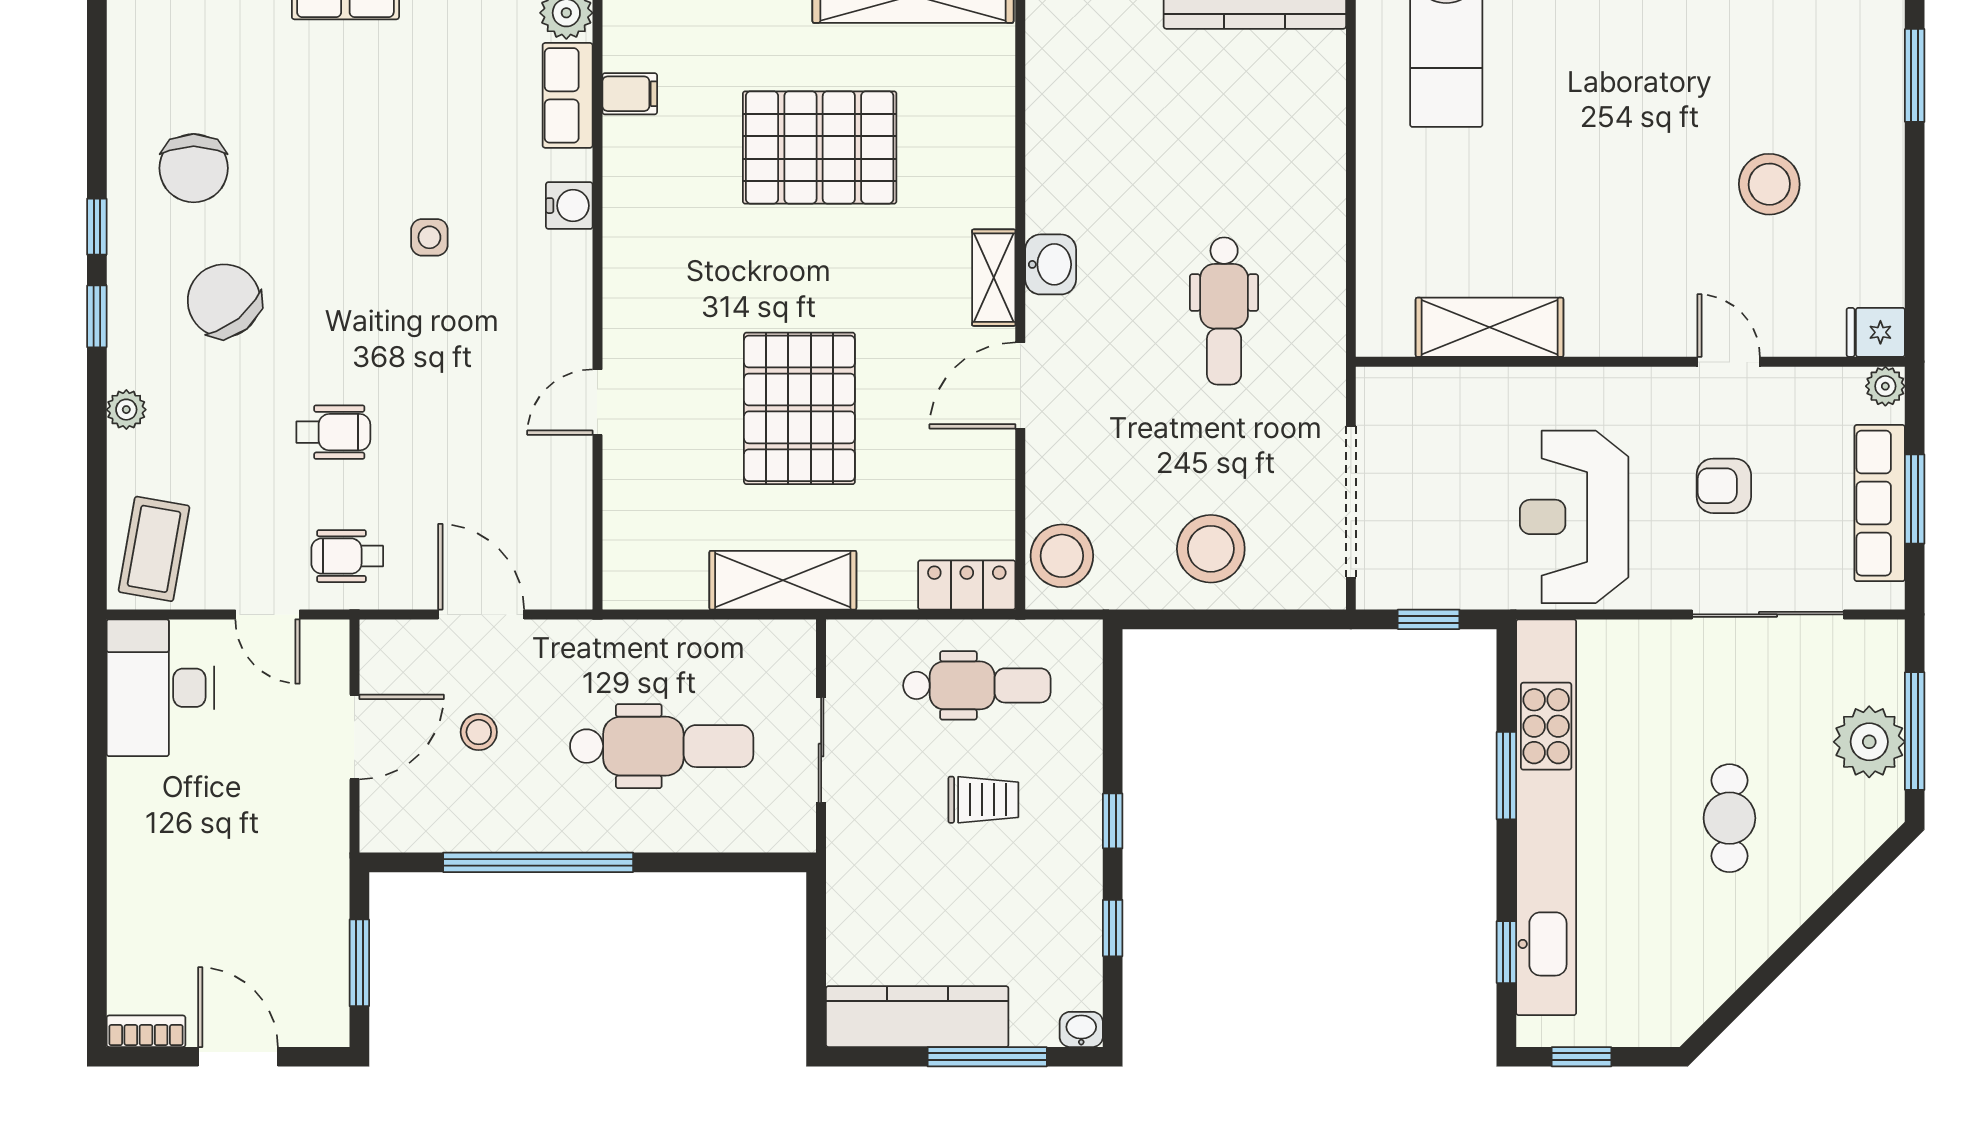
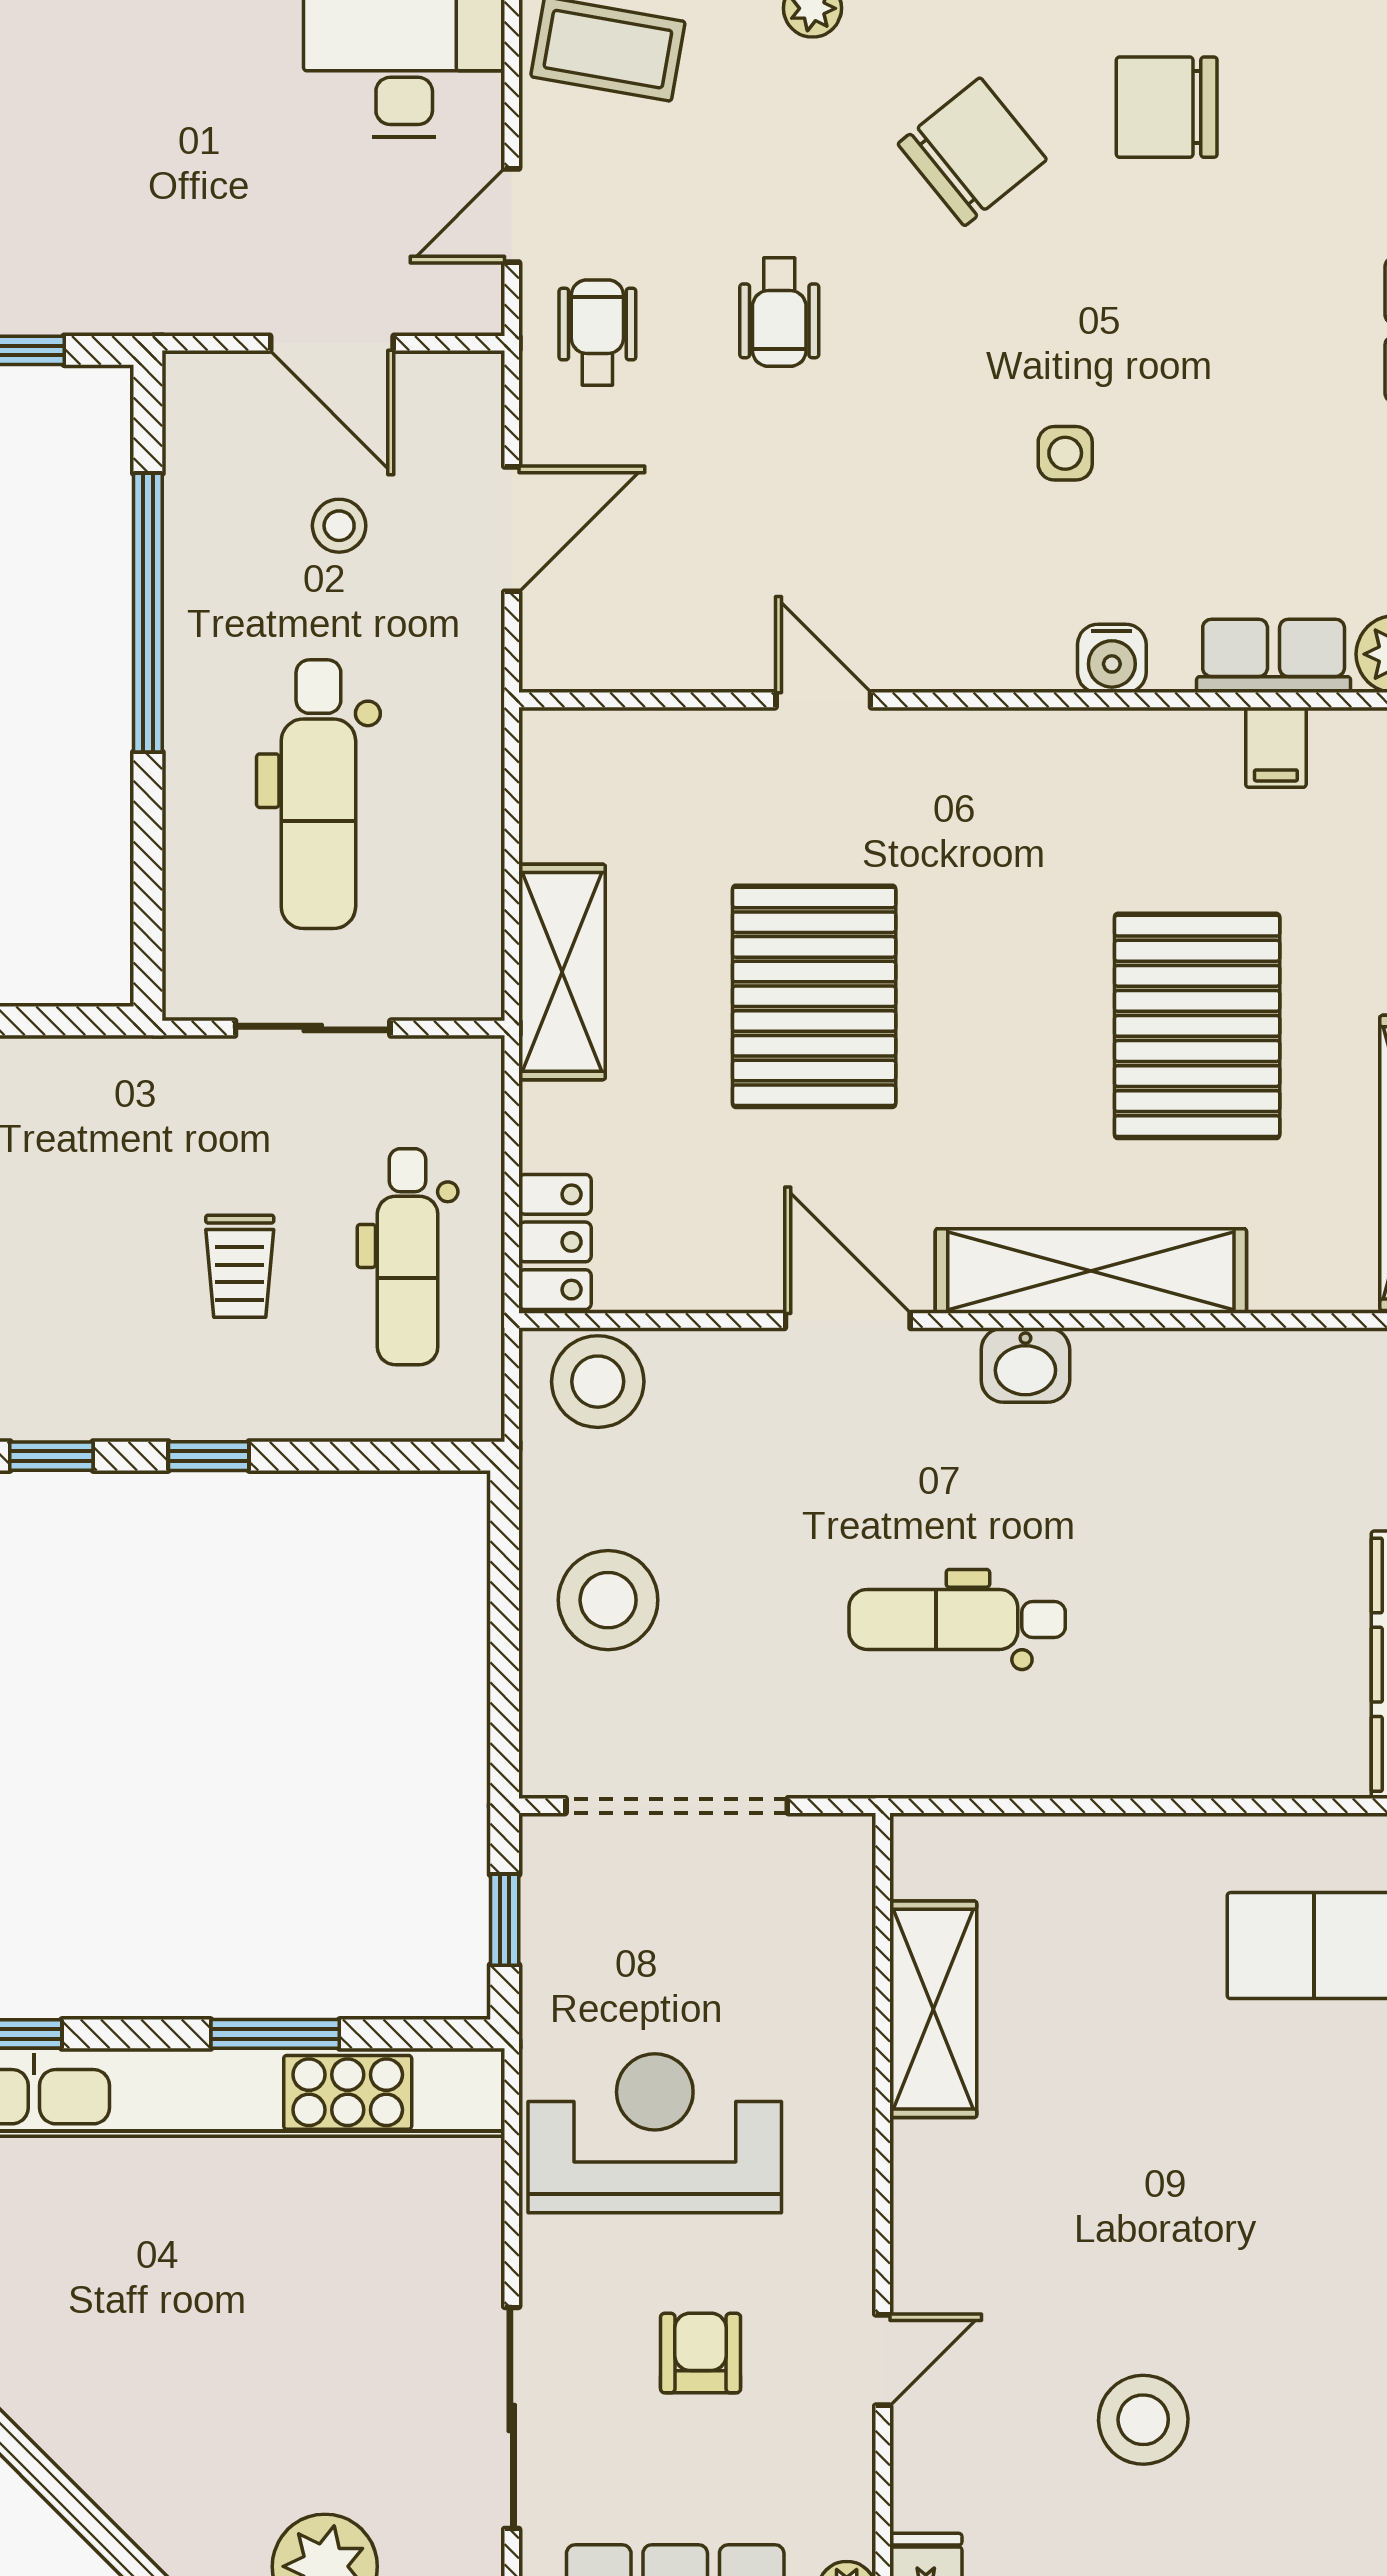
shelving: (994, 278) -> (1091, 1271), width x2.20, depth x1.33
pallet: (799, 408) -> (814, 996), turned 90
cafe table: (1729, 818) -> (213, 2361), removed

